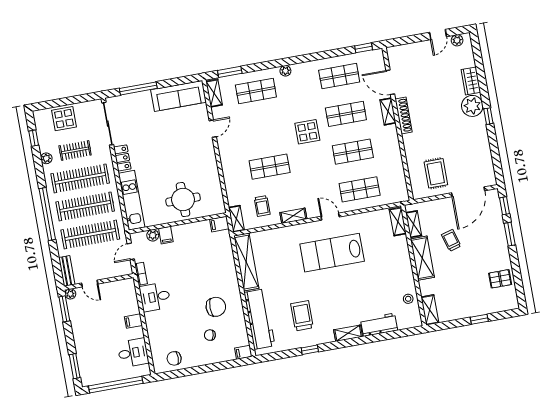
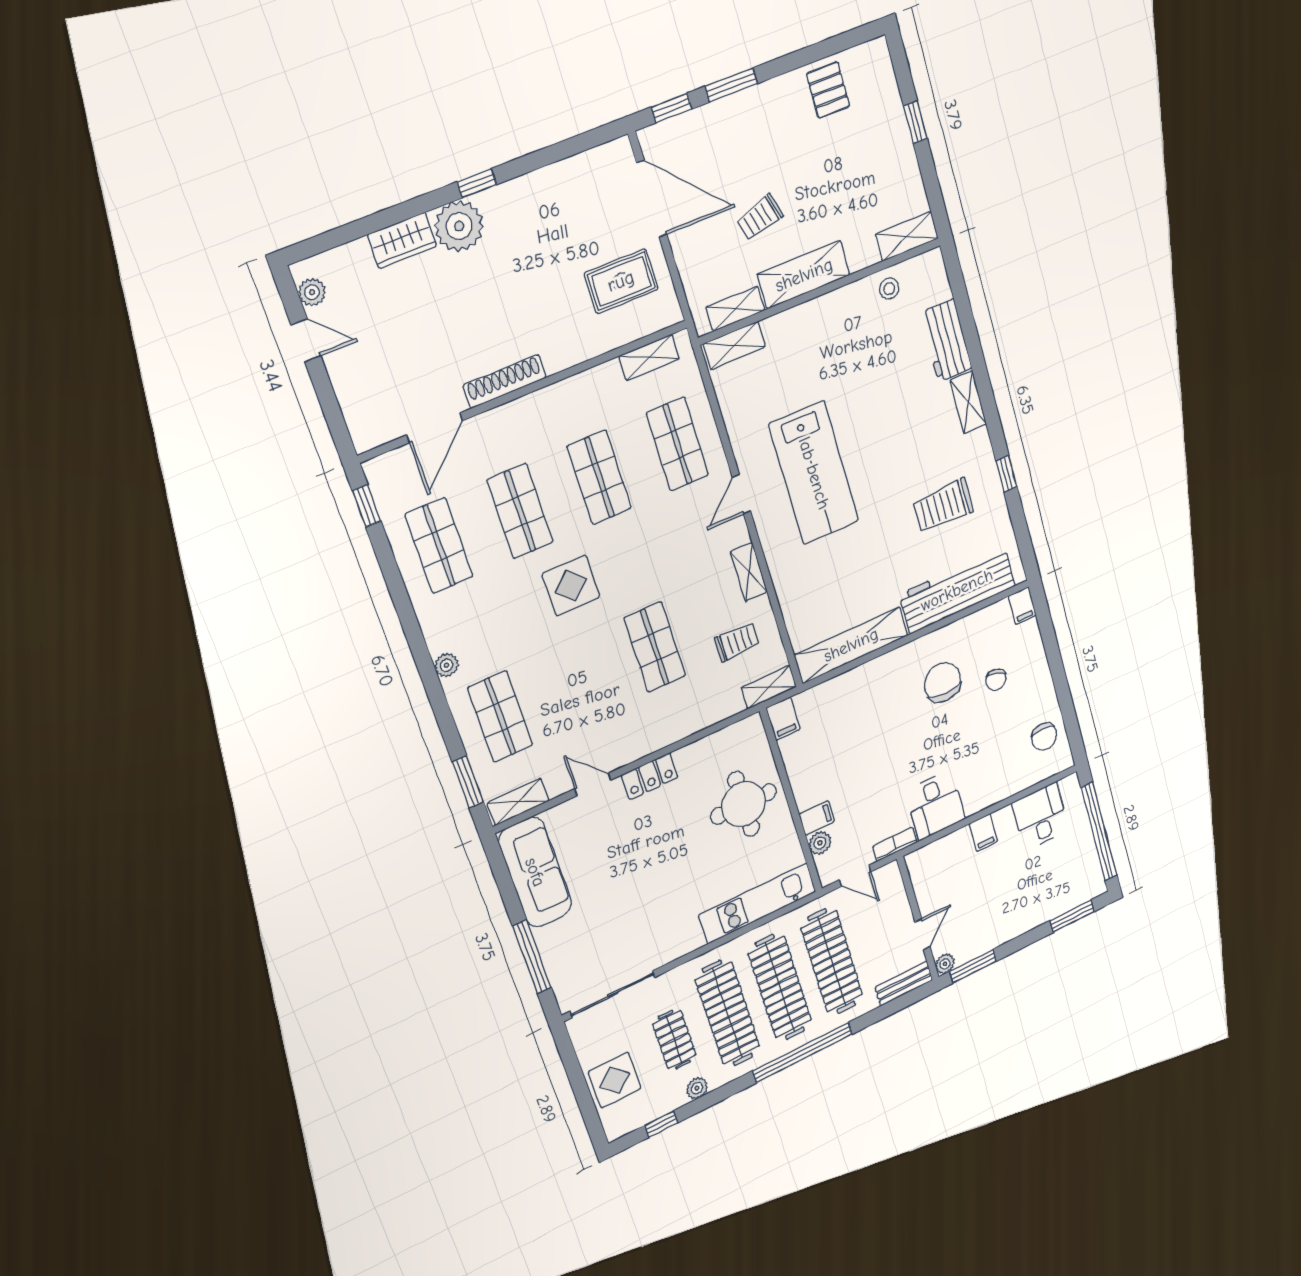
shelving: (388, 111) -> (649, 357), moved
locker: (122, 158) -> (650, 776), moved, turned 180

